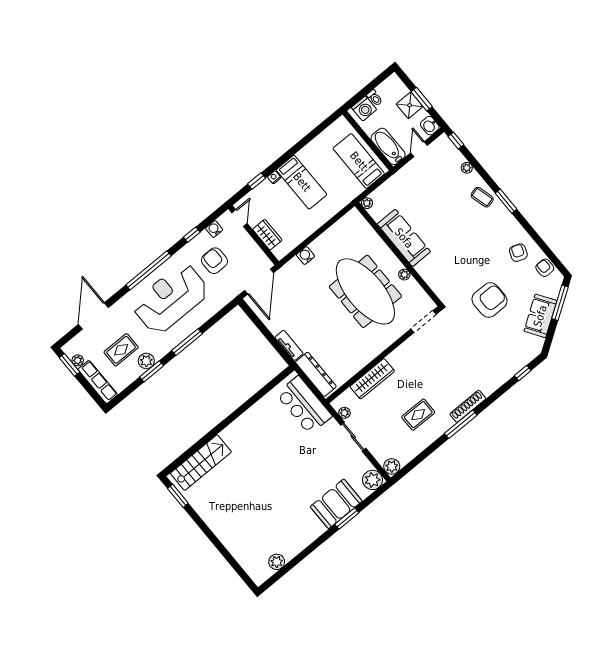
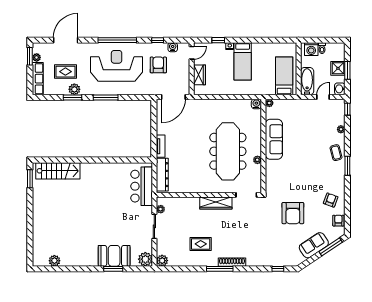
water cooler: (306, 256) -> (256, 104), moved
armchair: (490, 300) -> (293, 213), turned 90
wardrobe: (372, 379) -> (216, 203), moved

